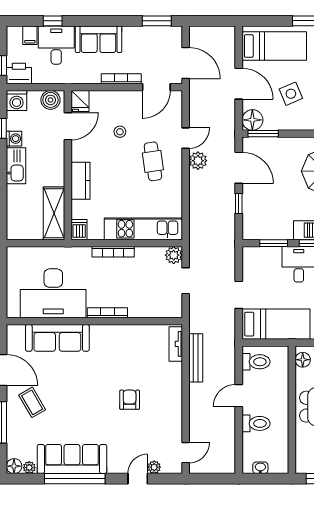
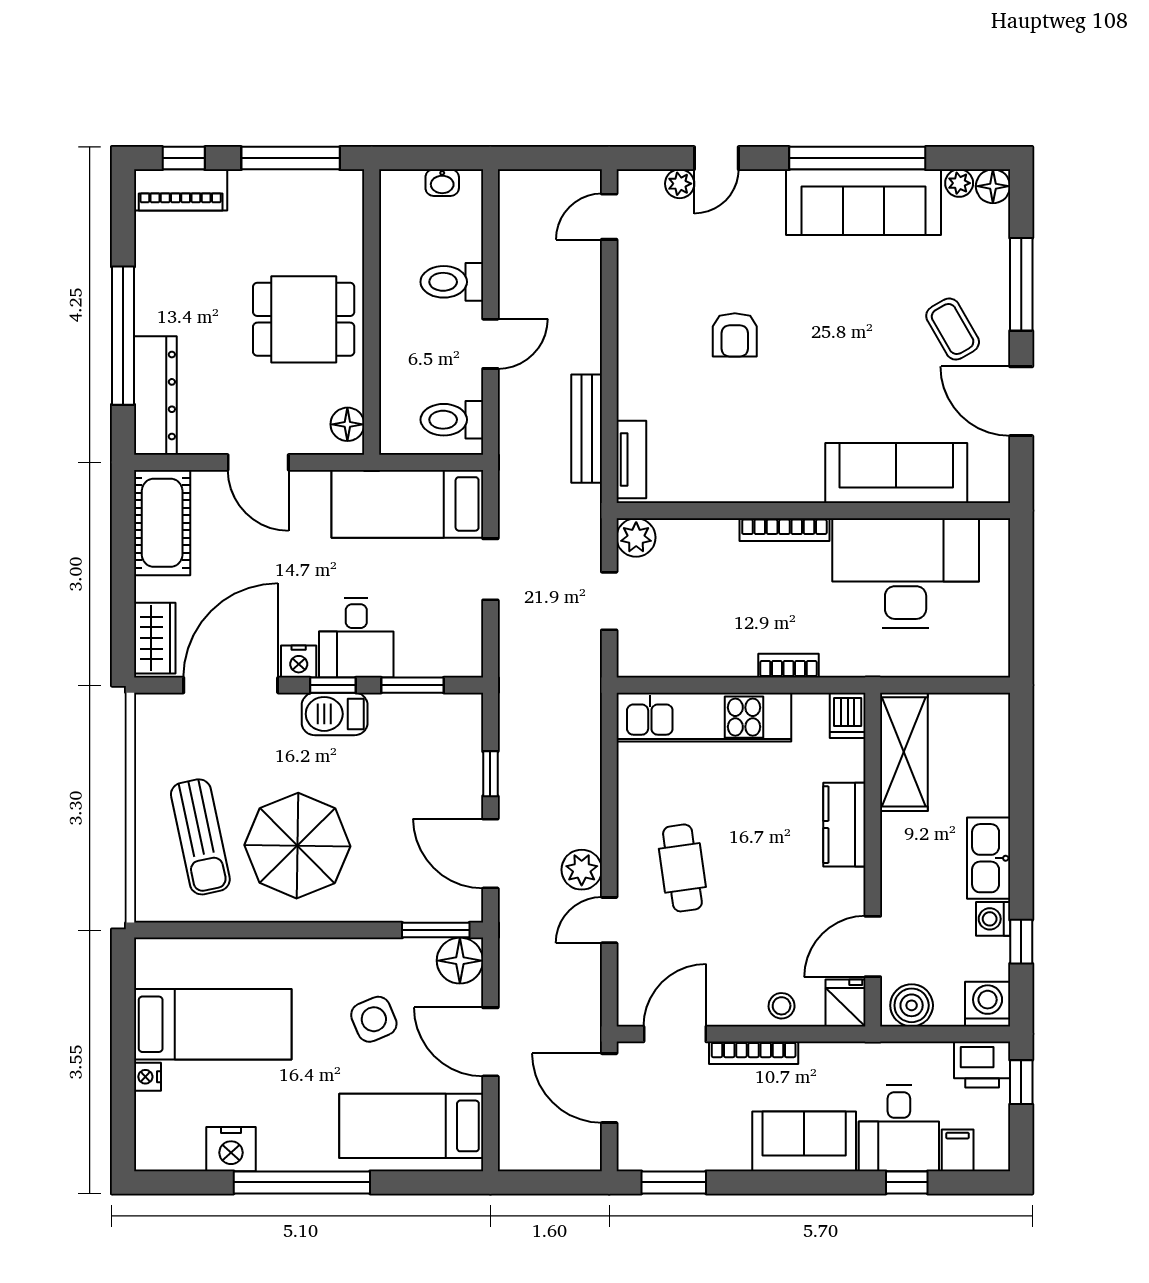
stool: (120, 132) -> (782, 1006), moved
bookcase: (113, 252) -> (788, 666), width x0.64
plant: (174, 255) -> (636, 537), moved

